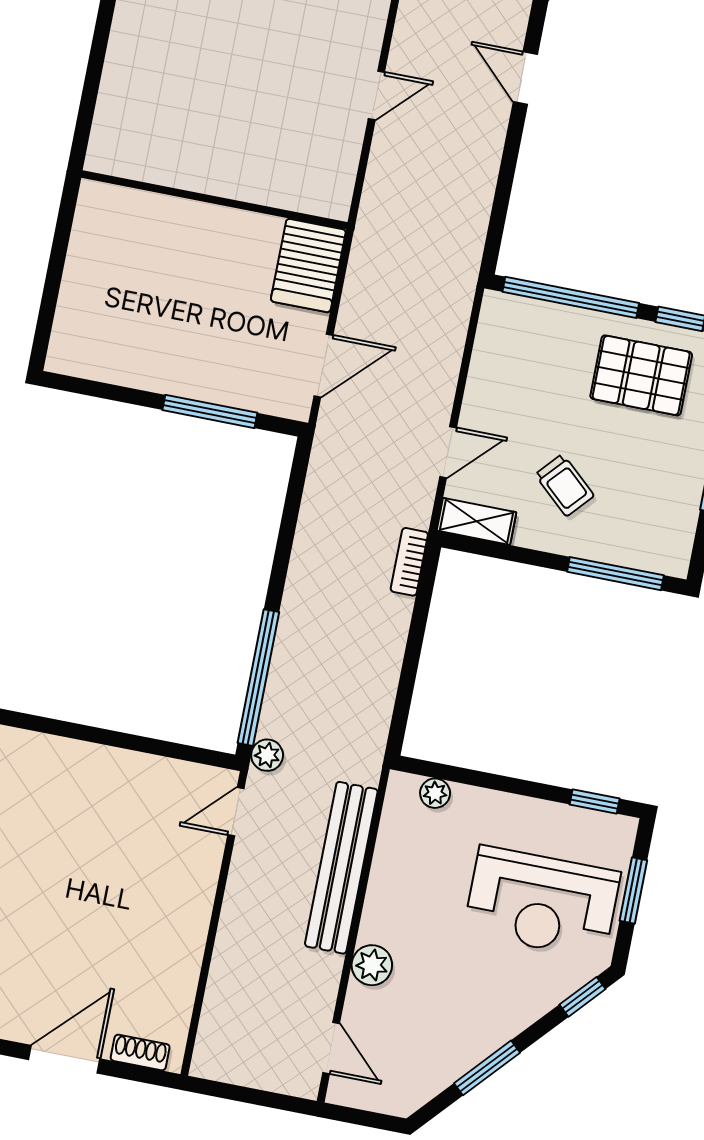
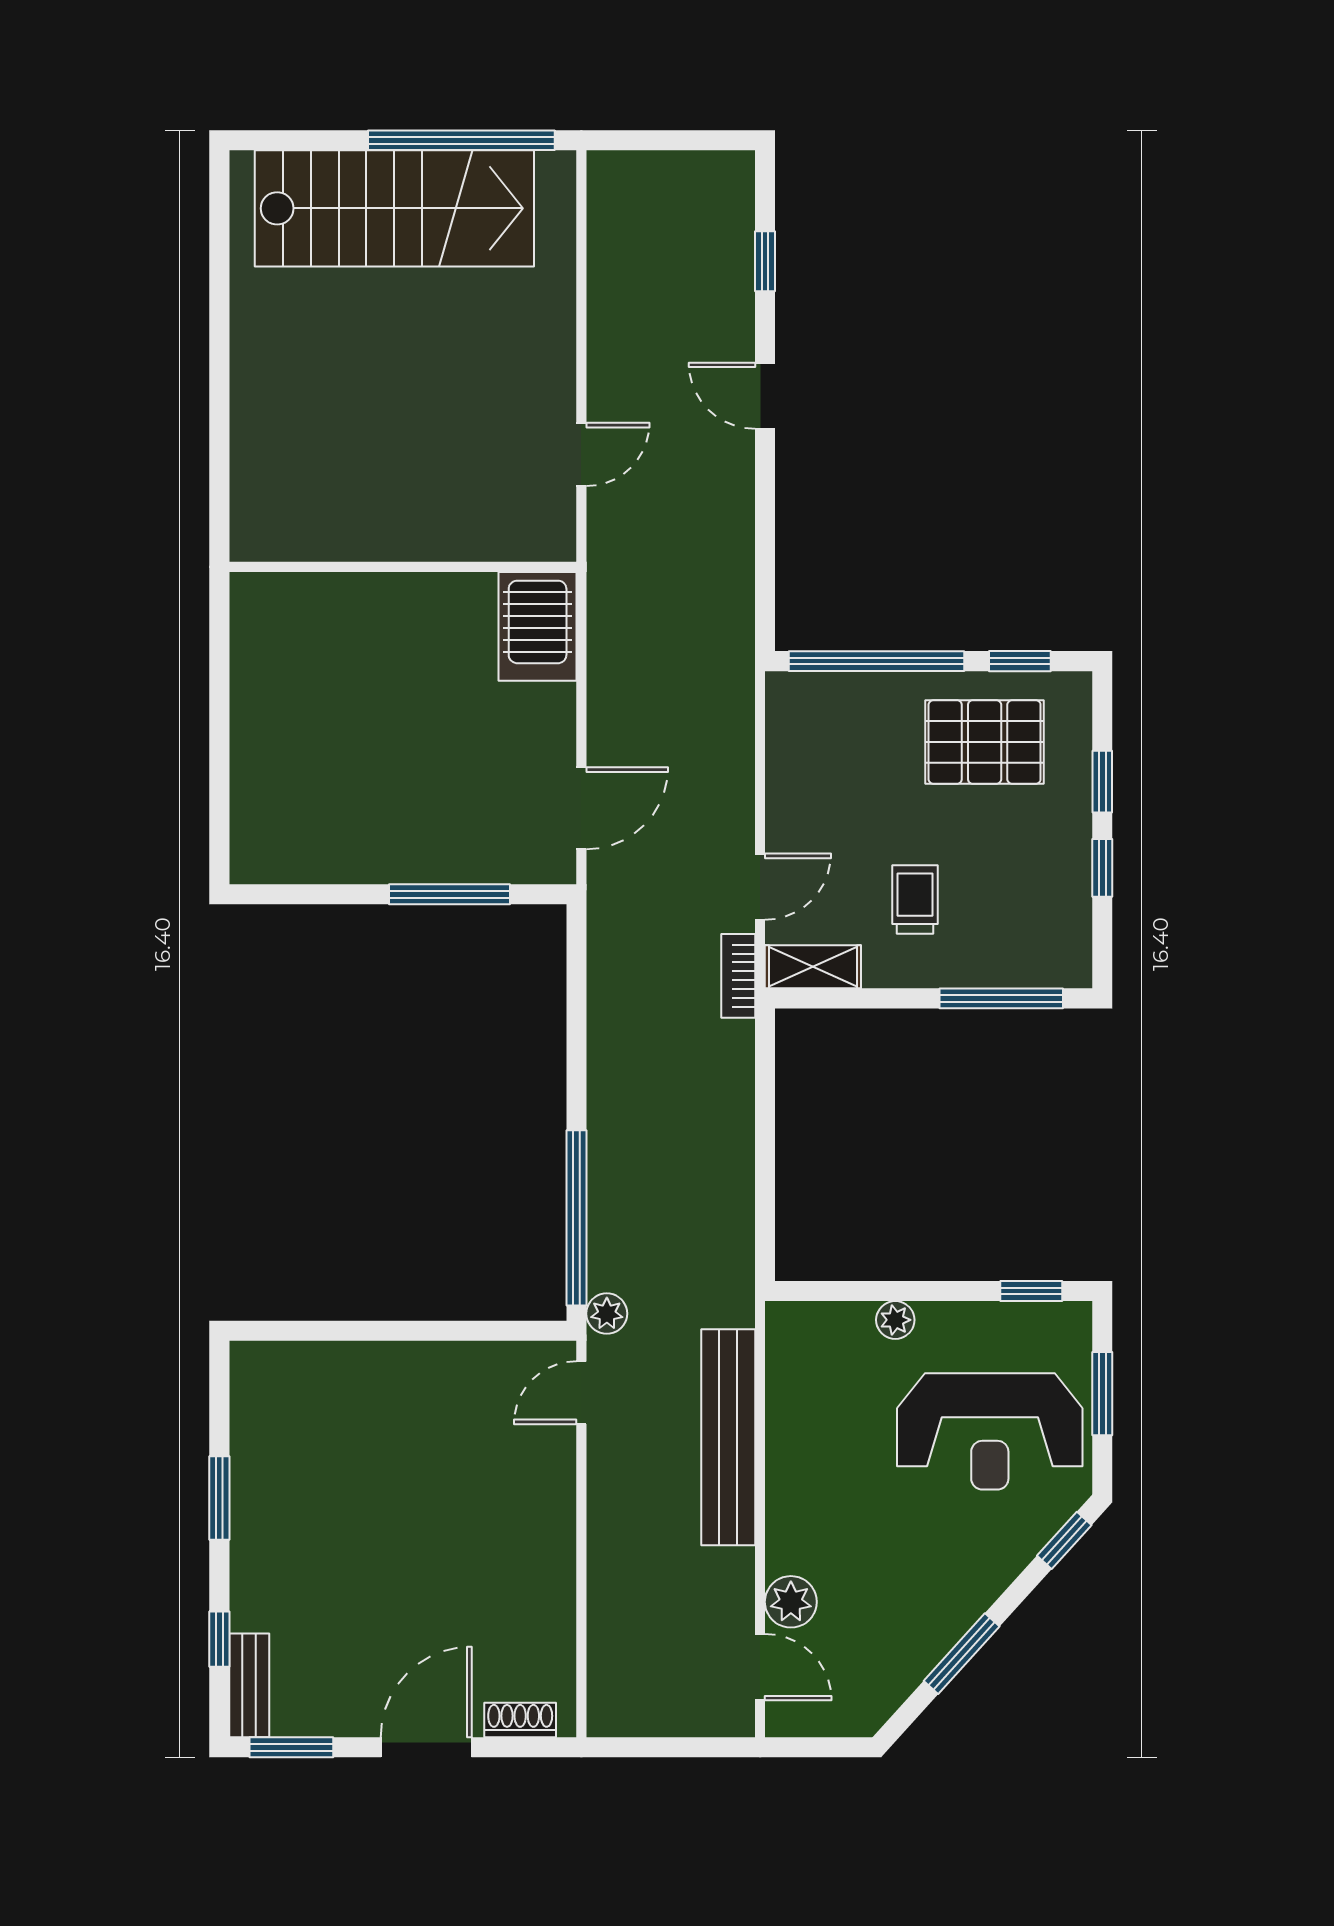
wall: (214, 200) -> (403, 567), moved
server rack: (308, 266) -> (538, 626), moved
trolley: (564, 485) -> (915, 899), turned -132
bookcase: (409, 562) -> (738, 976), moved
plant: (435, 793) -> (895, 1320), moved
plant: (372, 965) -> (791, 1602), moved

